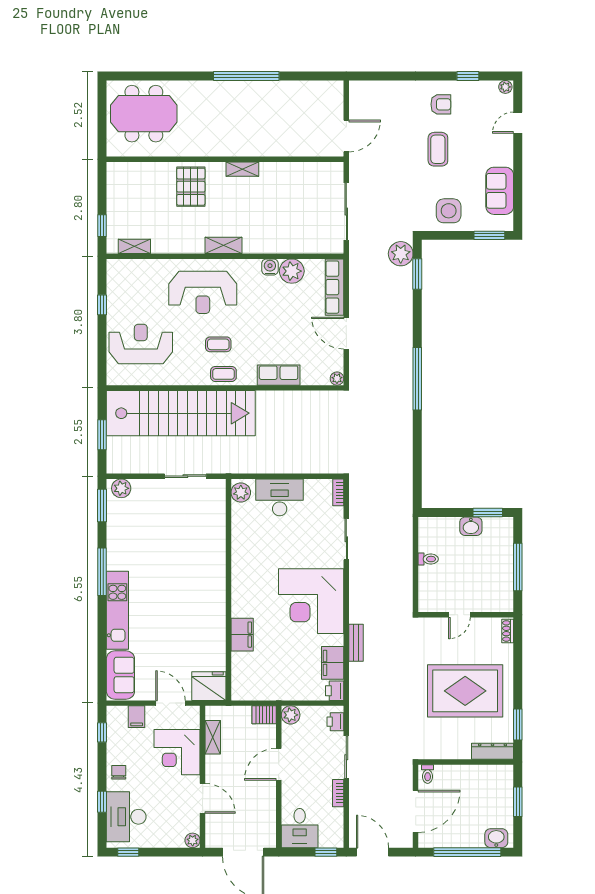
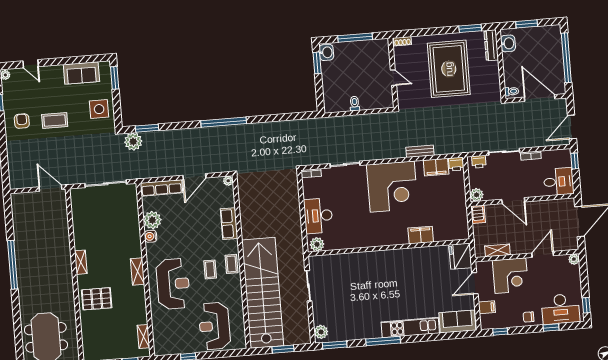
washbasin: (471, 526) -> (326, 52), moved
washbasin: (496, 838) -> (508, 43), moved, turned 180

